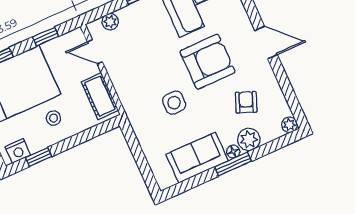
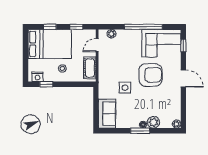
door: (95, 52) -> (97, 45), hinge flipped
armchair: (246, 102) -> (160, 103), removed
sofa: (197, 158) -> (107, 114), moved, turned 90

